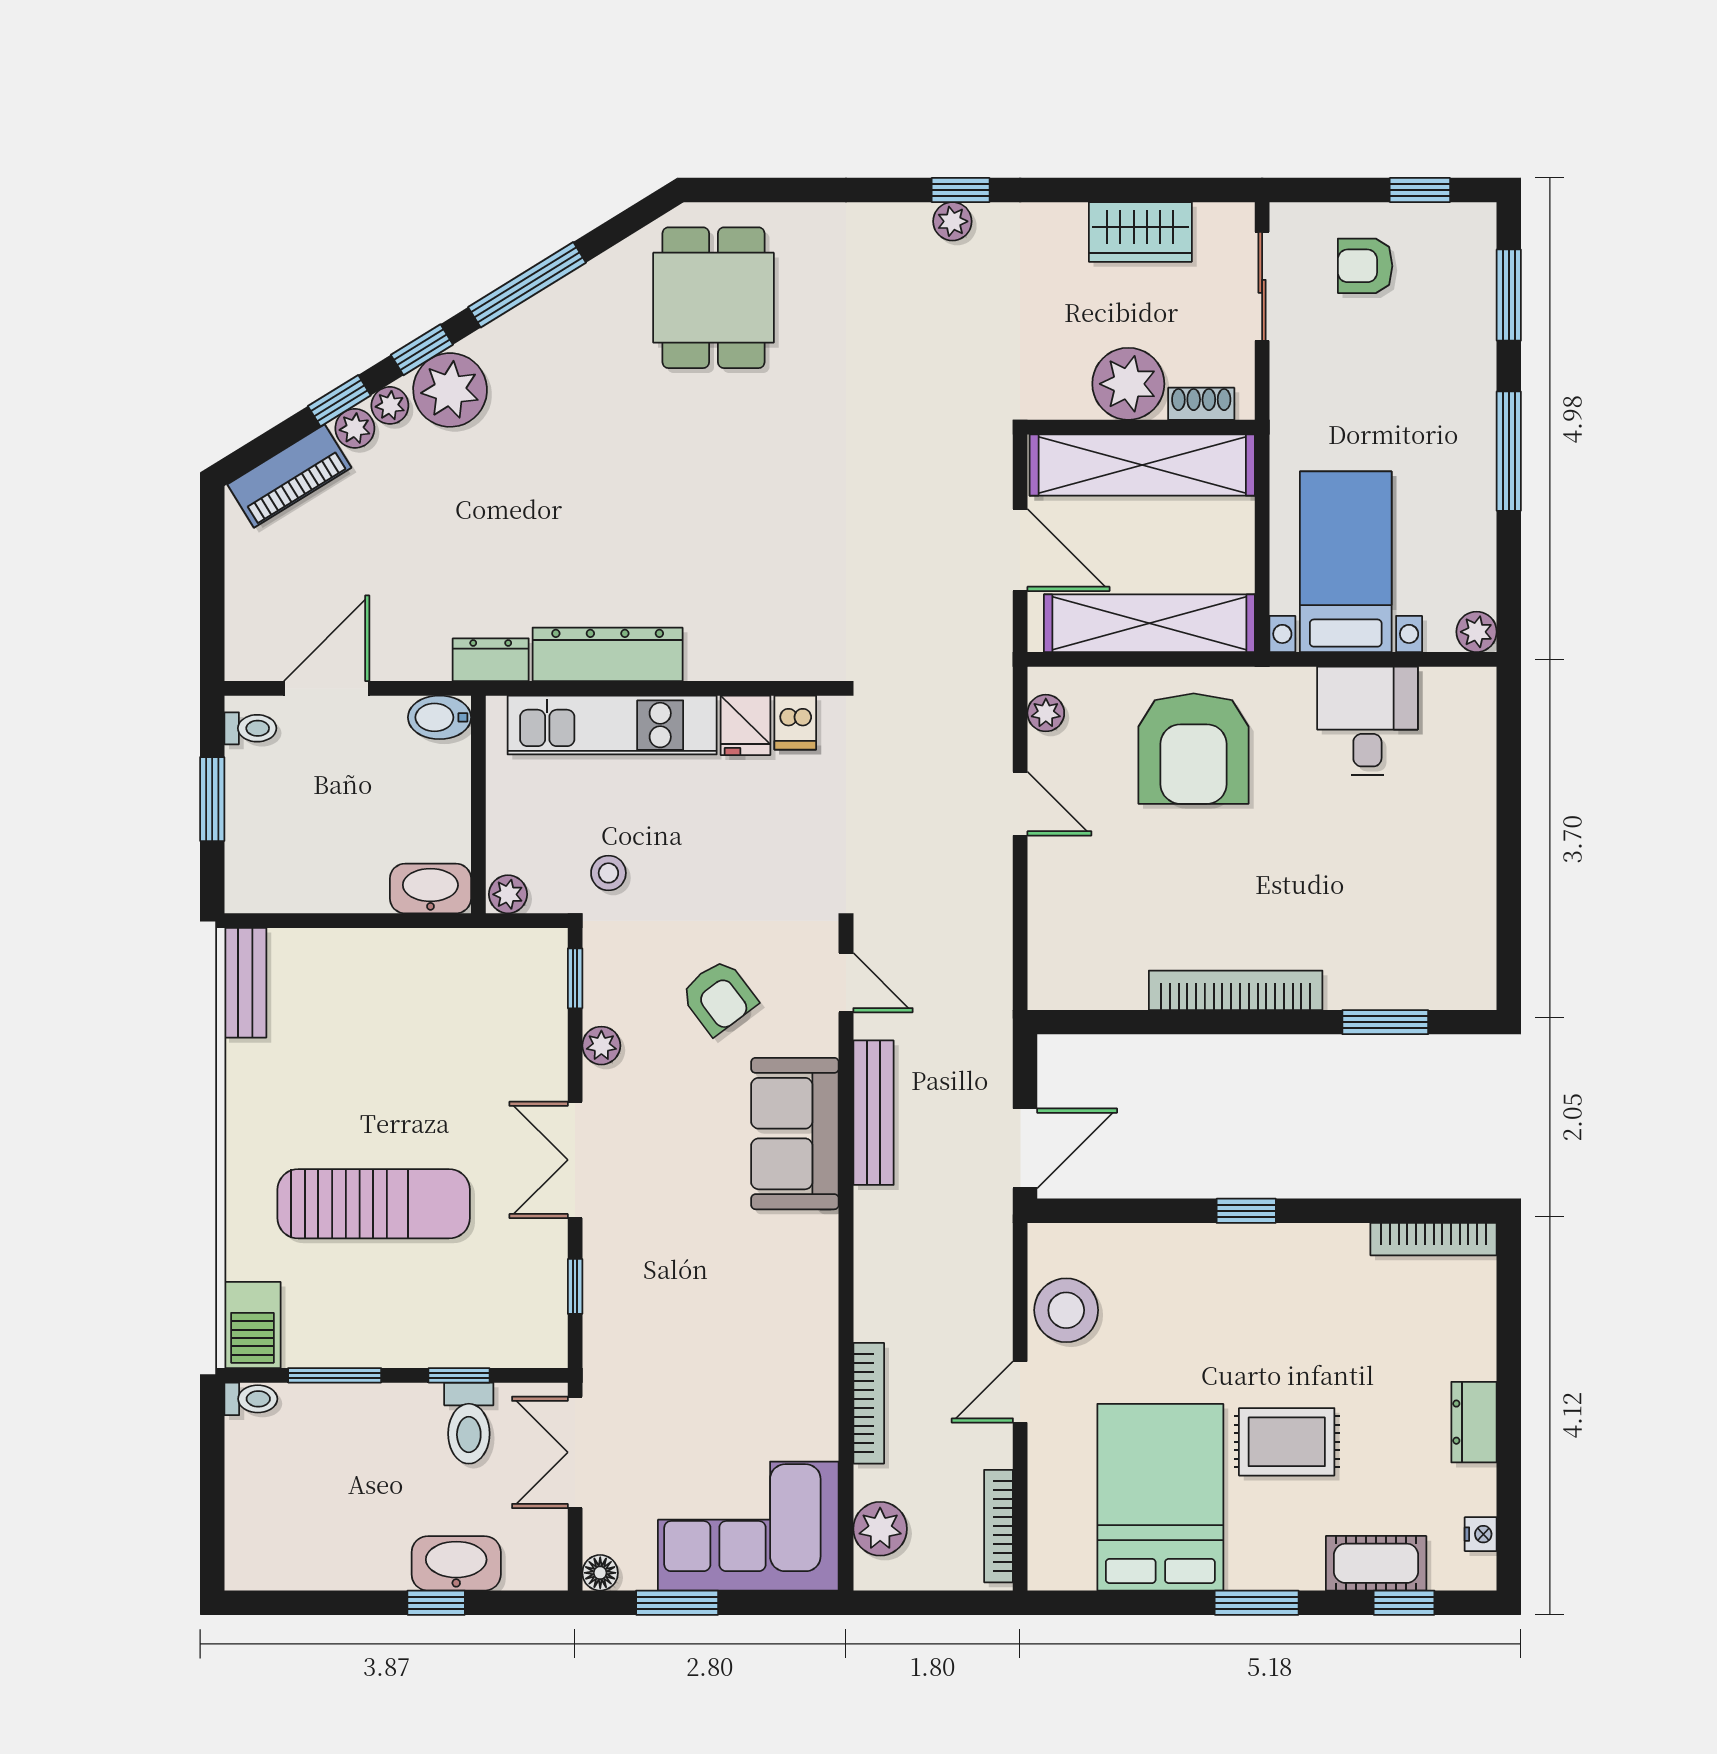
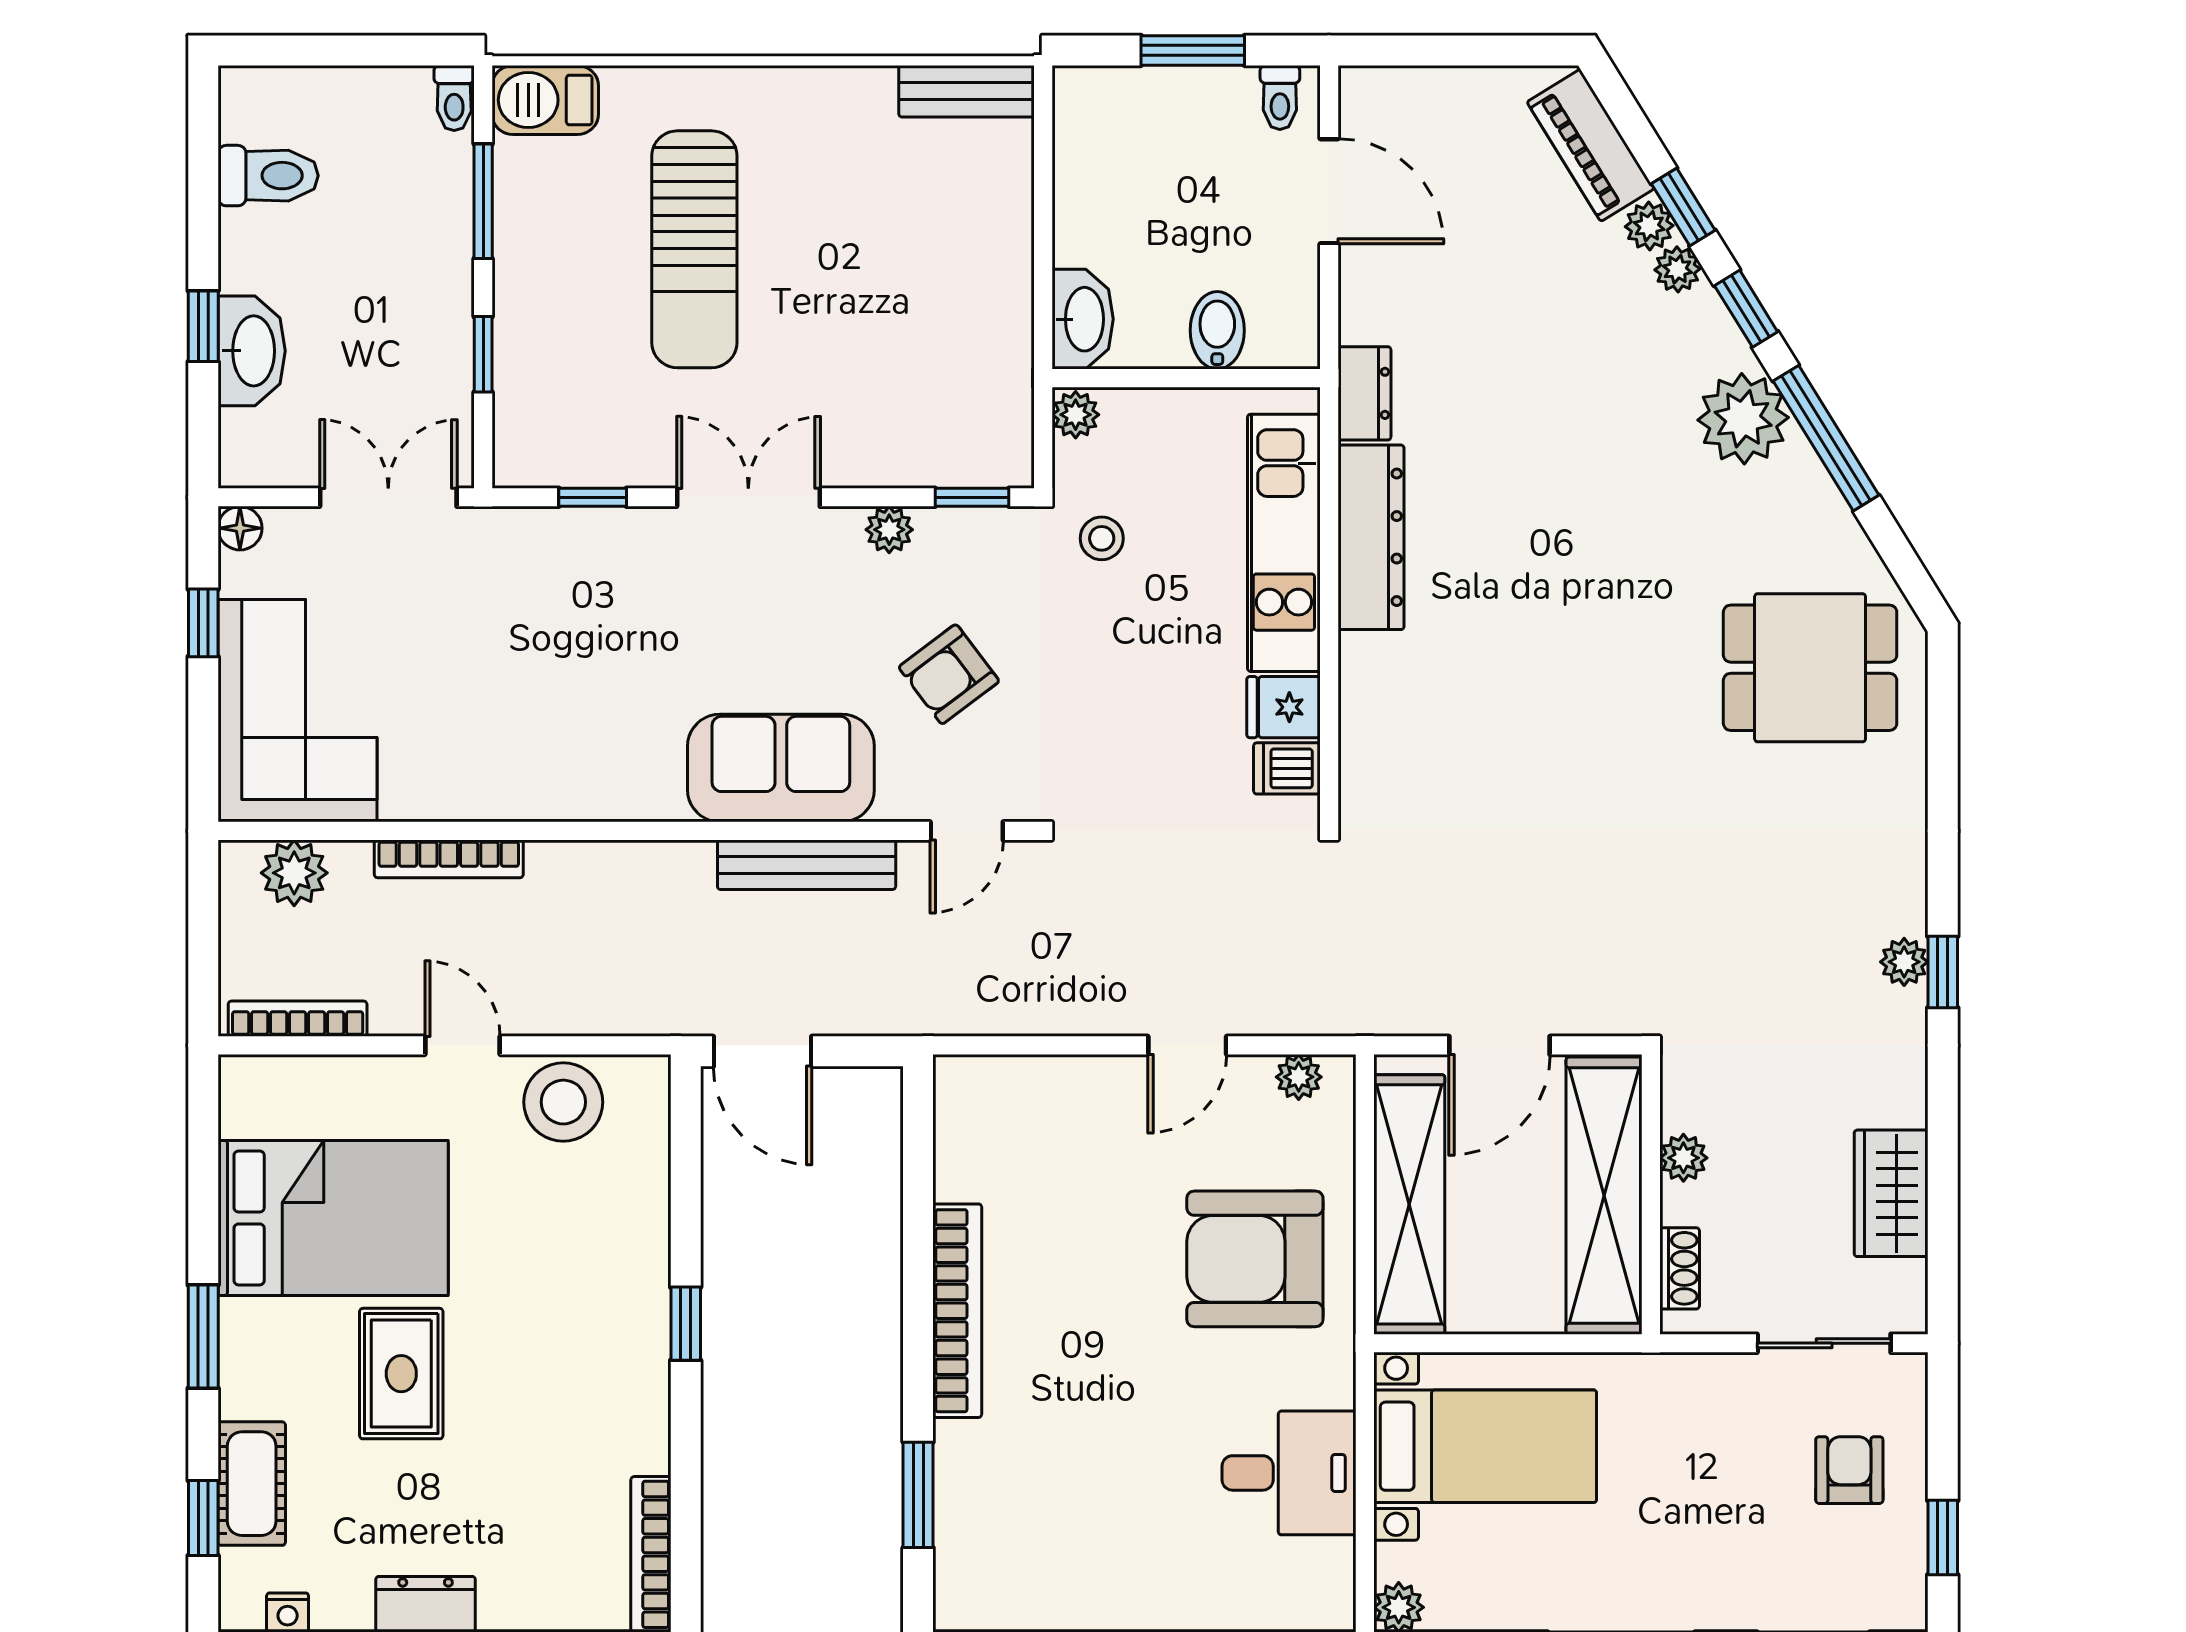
plant: (1128, 384) -> (1683, 1158), width x0.53, depth x0.53
plant: (450, 390) -> (1743, 419), moved
bidet: (439, 717) -> (1217, 330), moved
toilet: (469, 1423) -> (268, 176), moved, turned 180
window: (677, 1603) -> (203, 623), width x0.67

